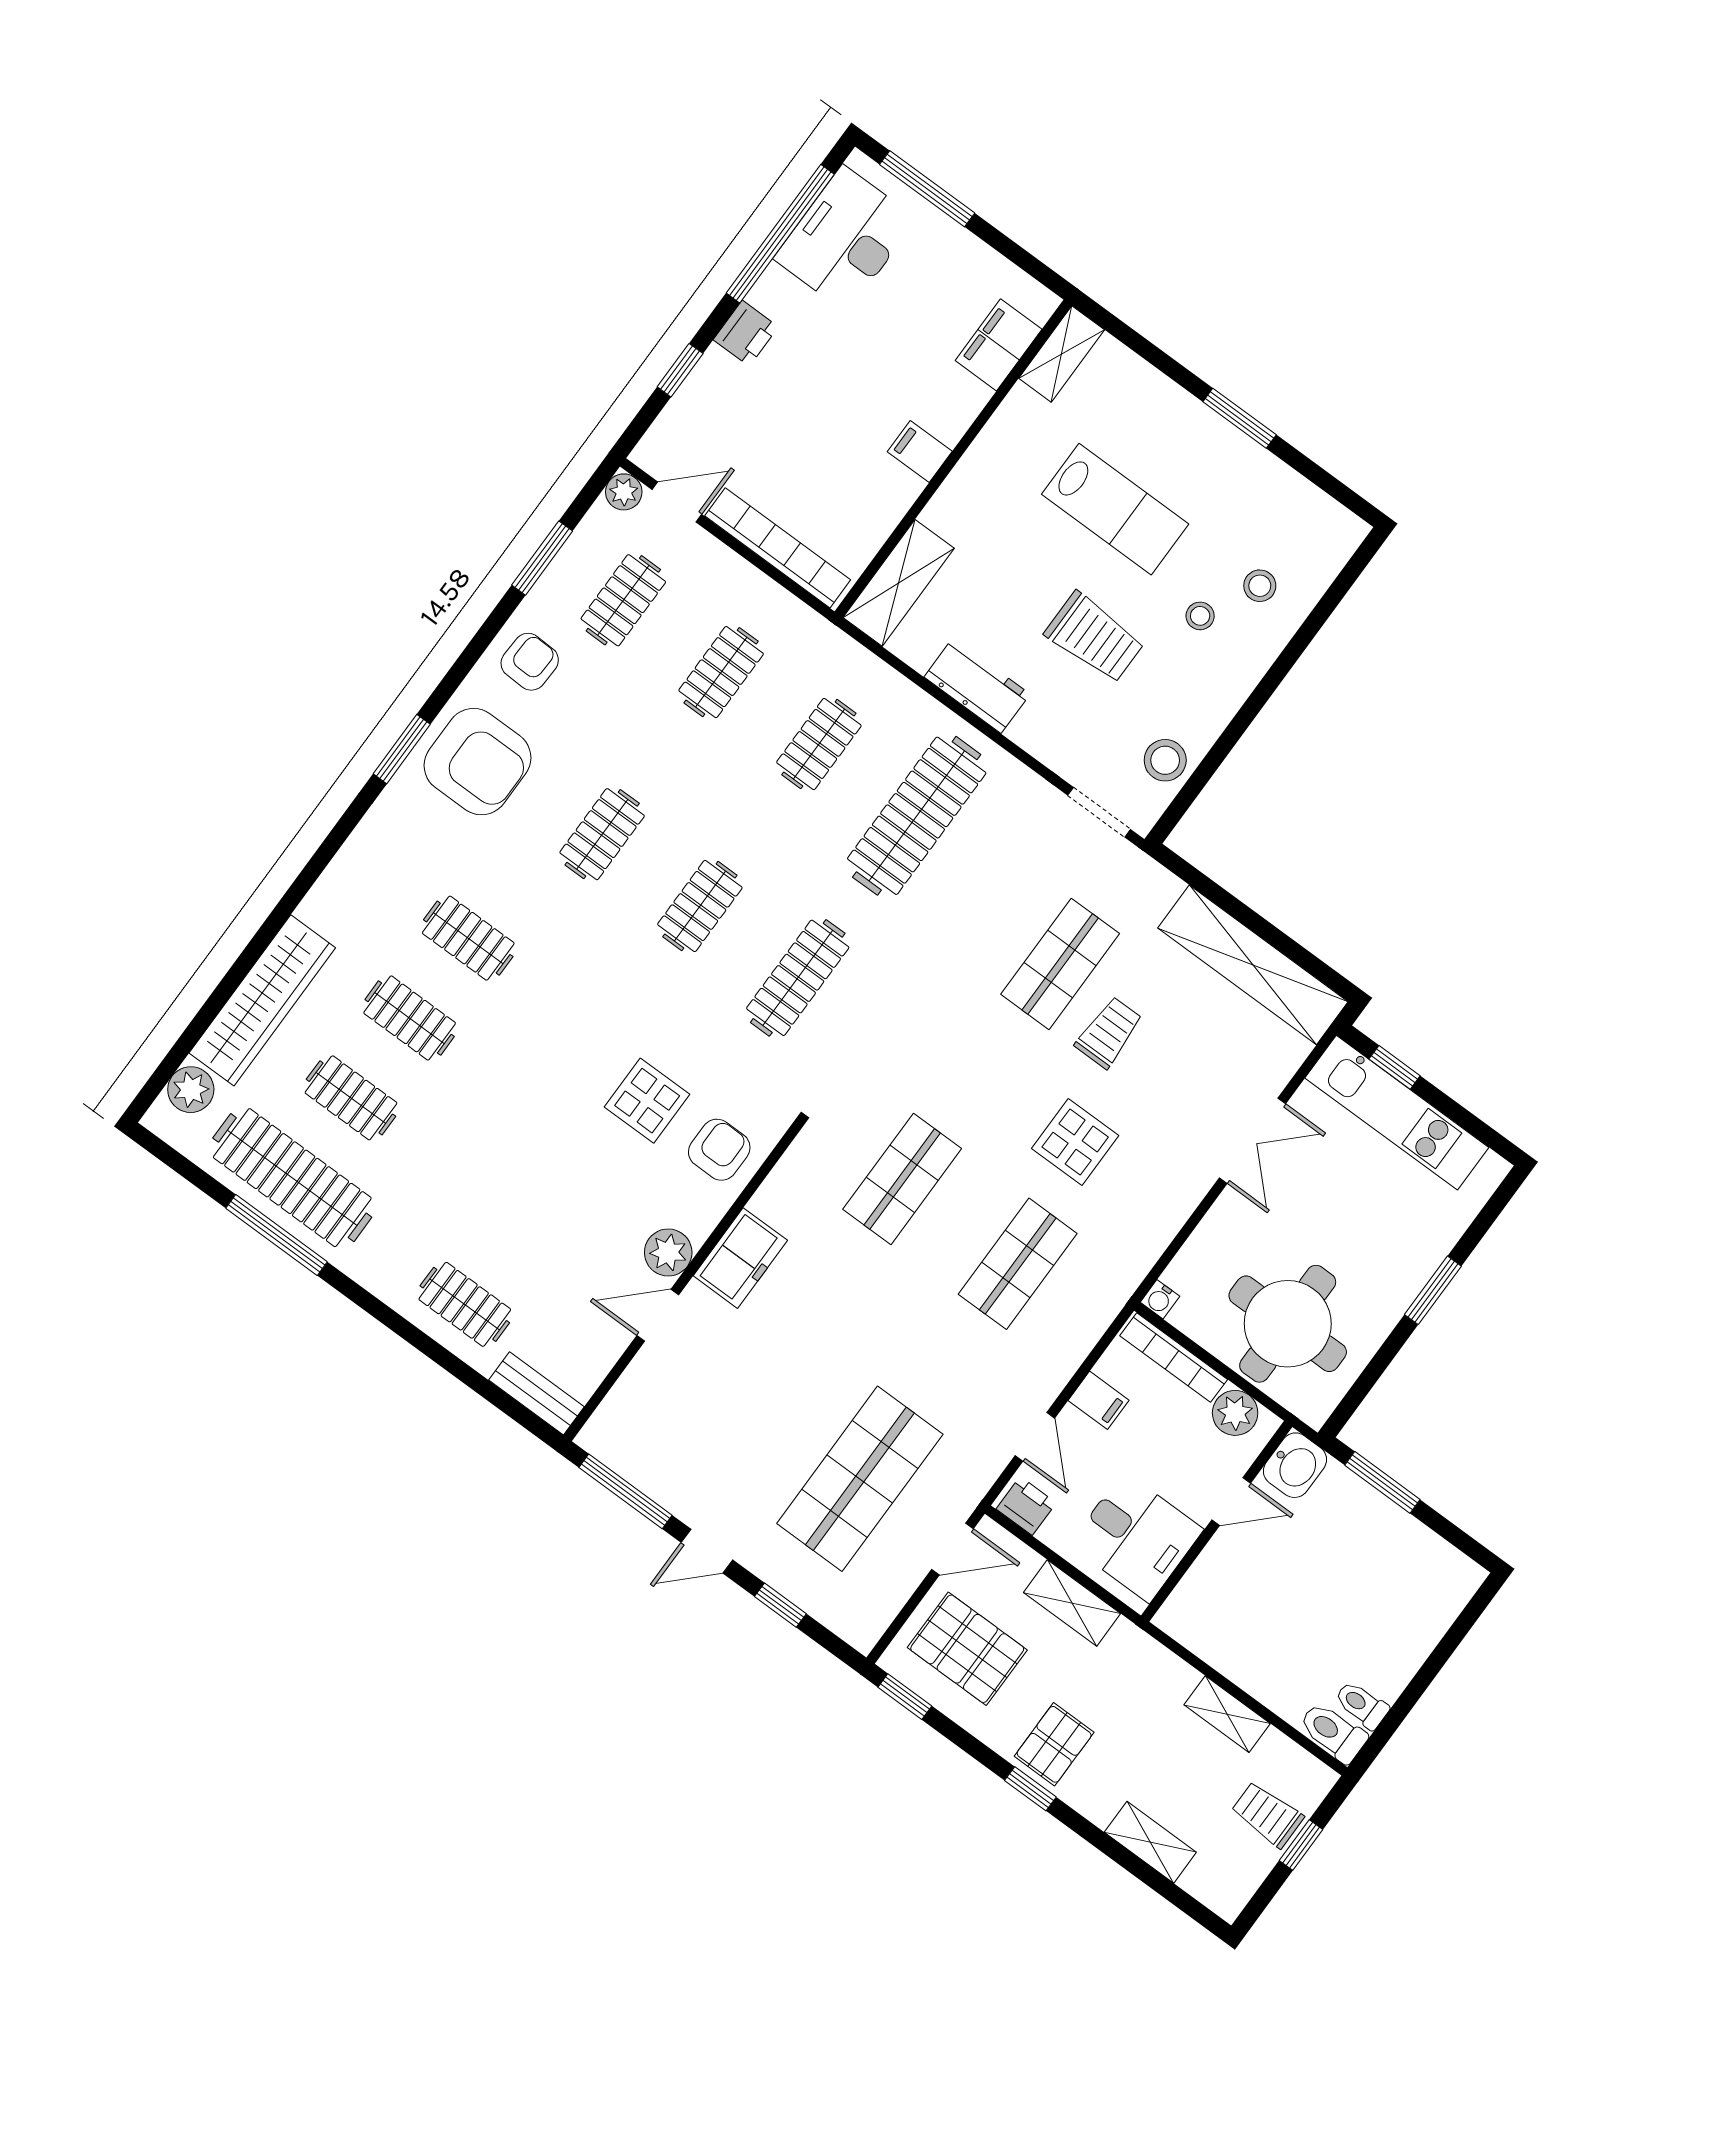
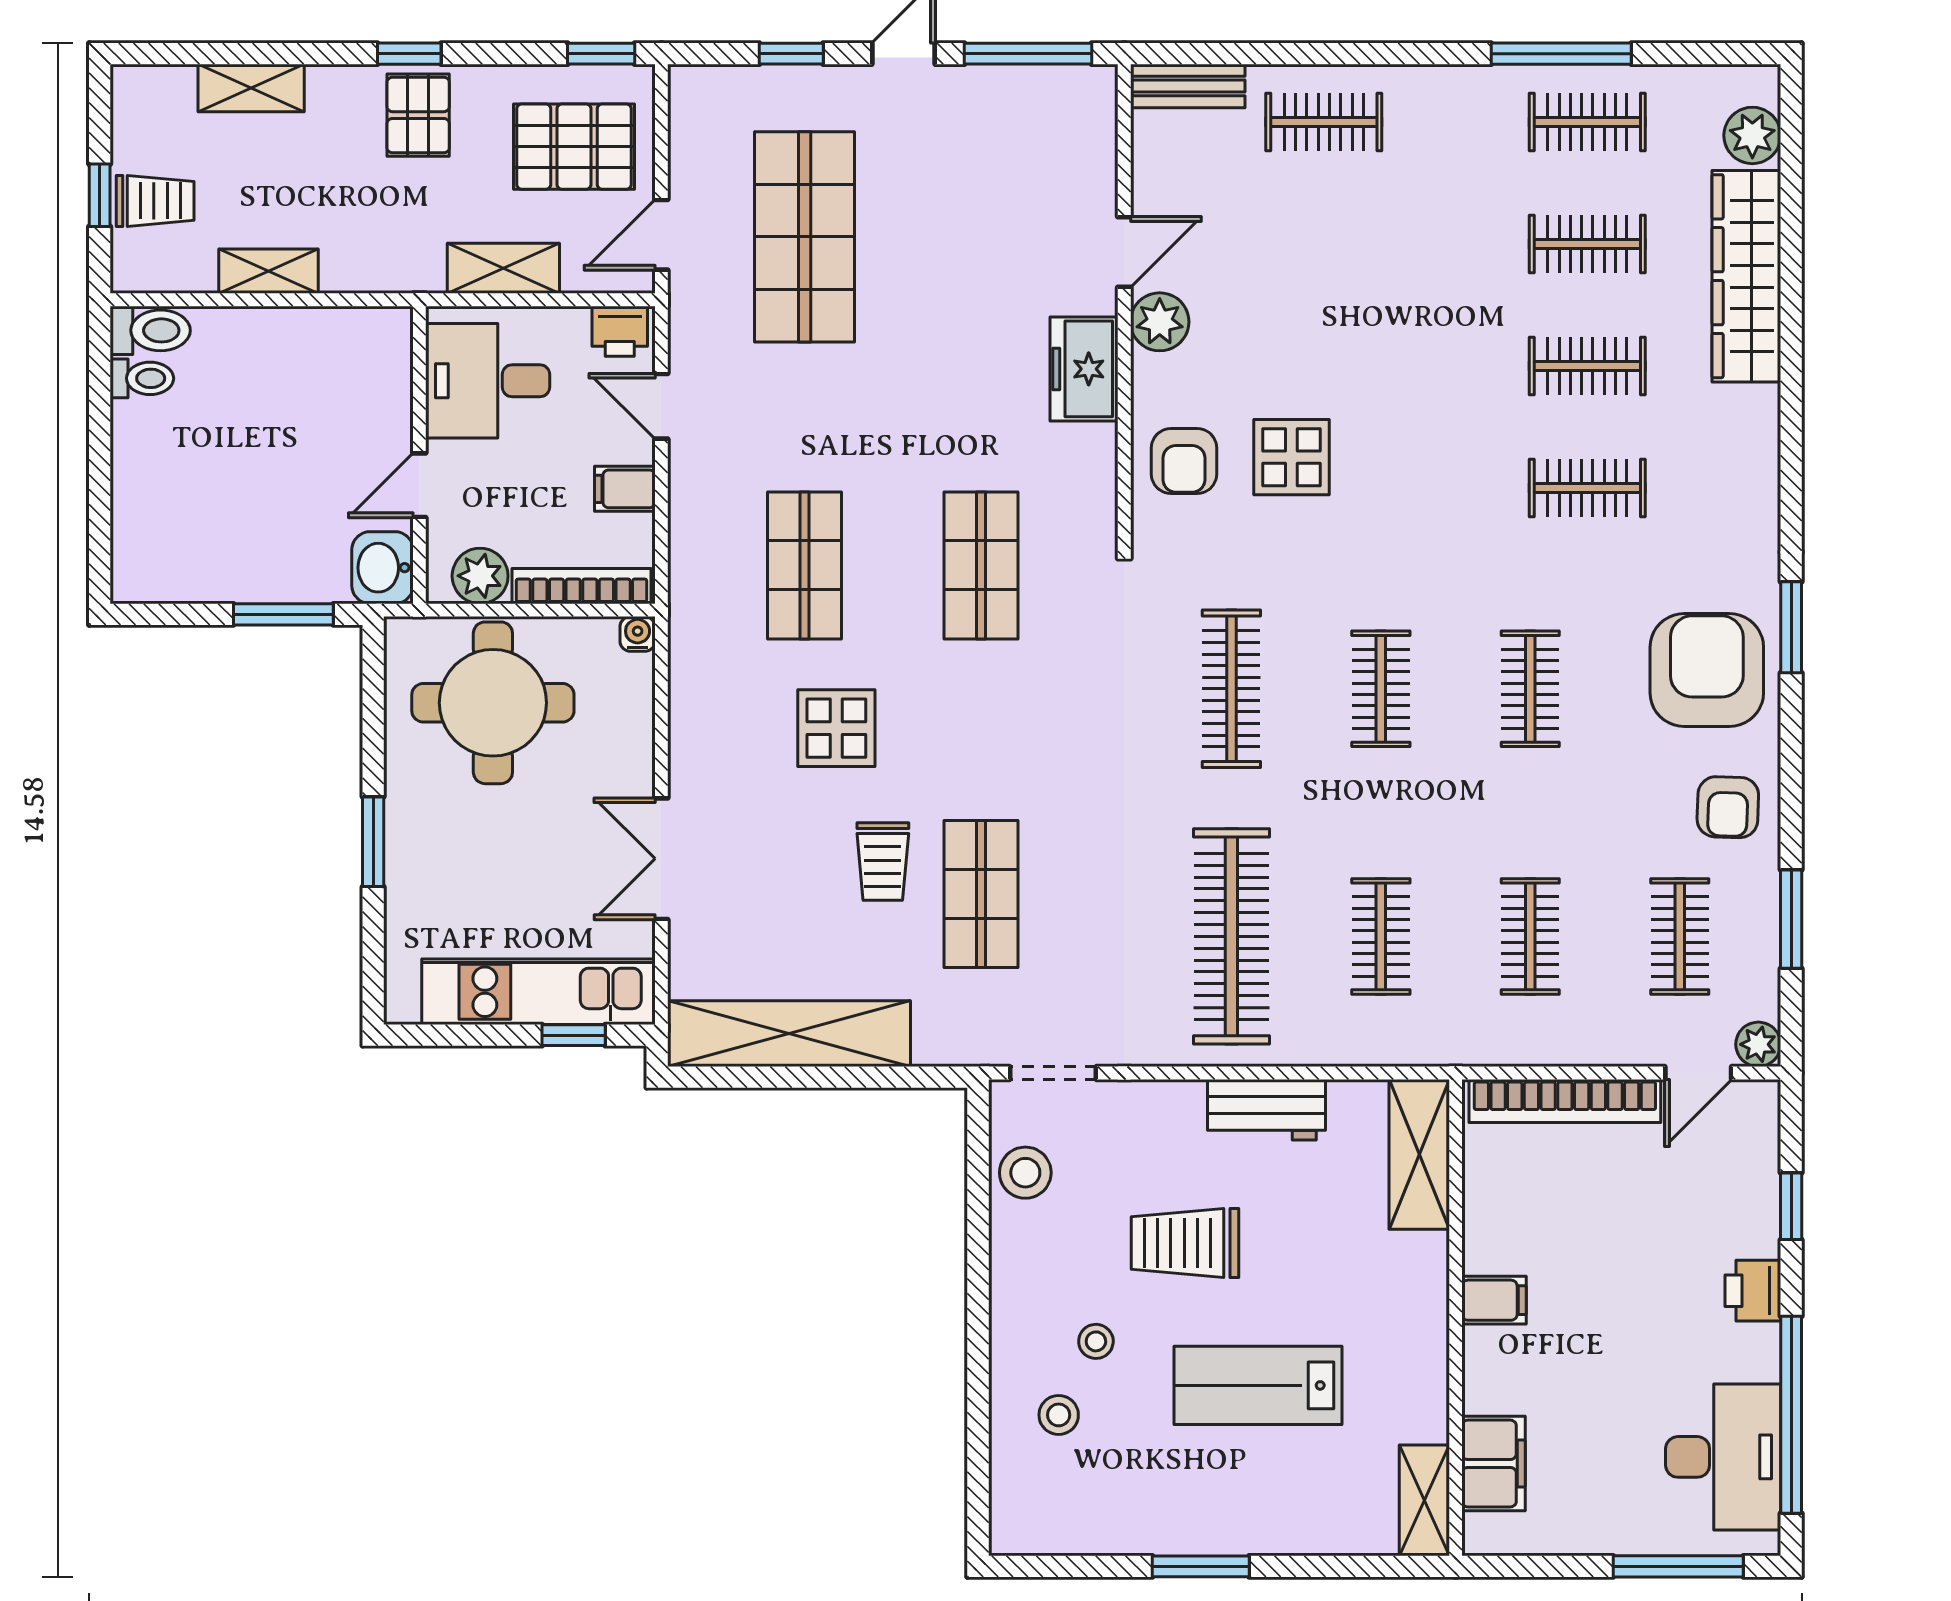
armchair: (477, 762) -> (1707, 670), turned 90
clothes rail: (292, 1178) -> (1587, 122), width x0.54, depth x0.76

